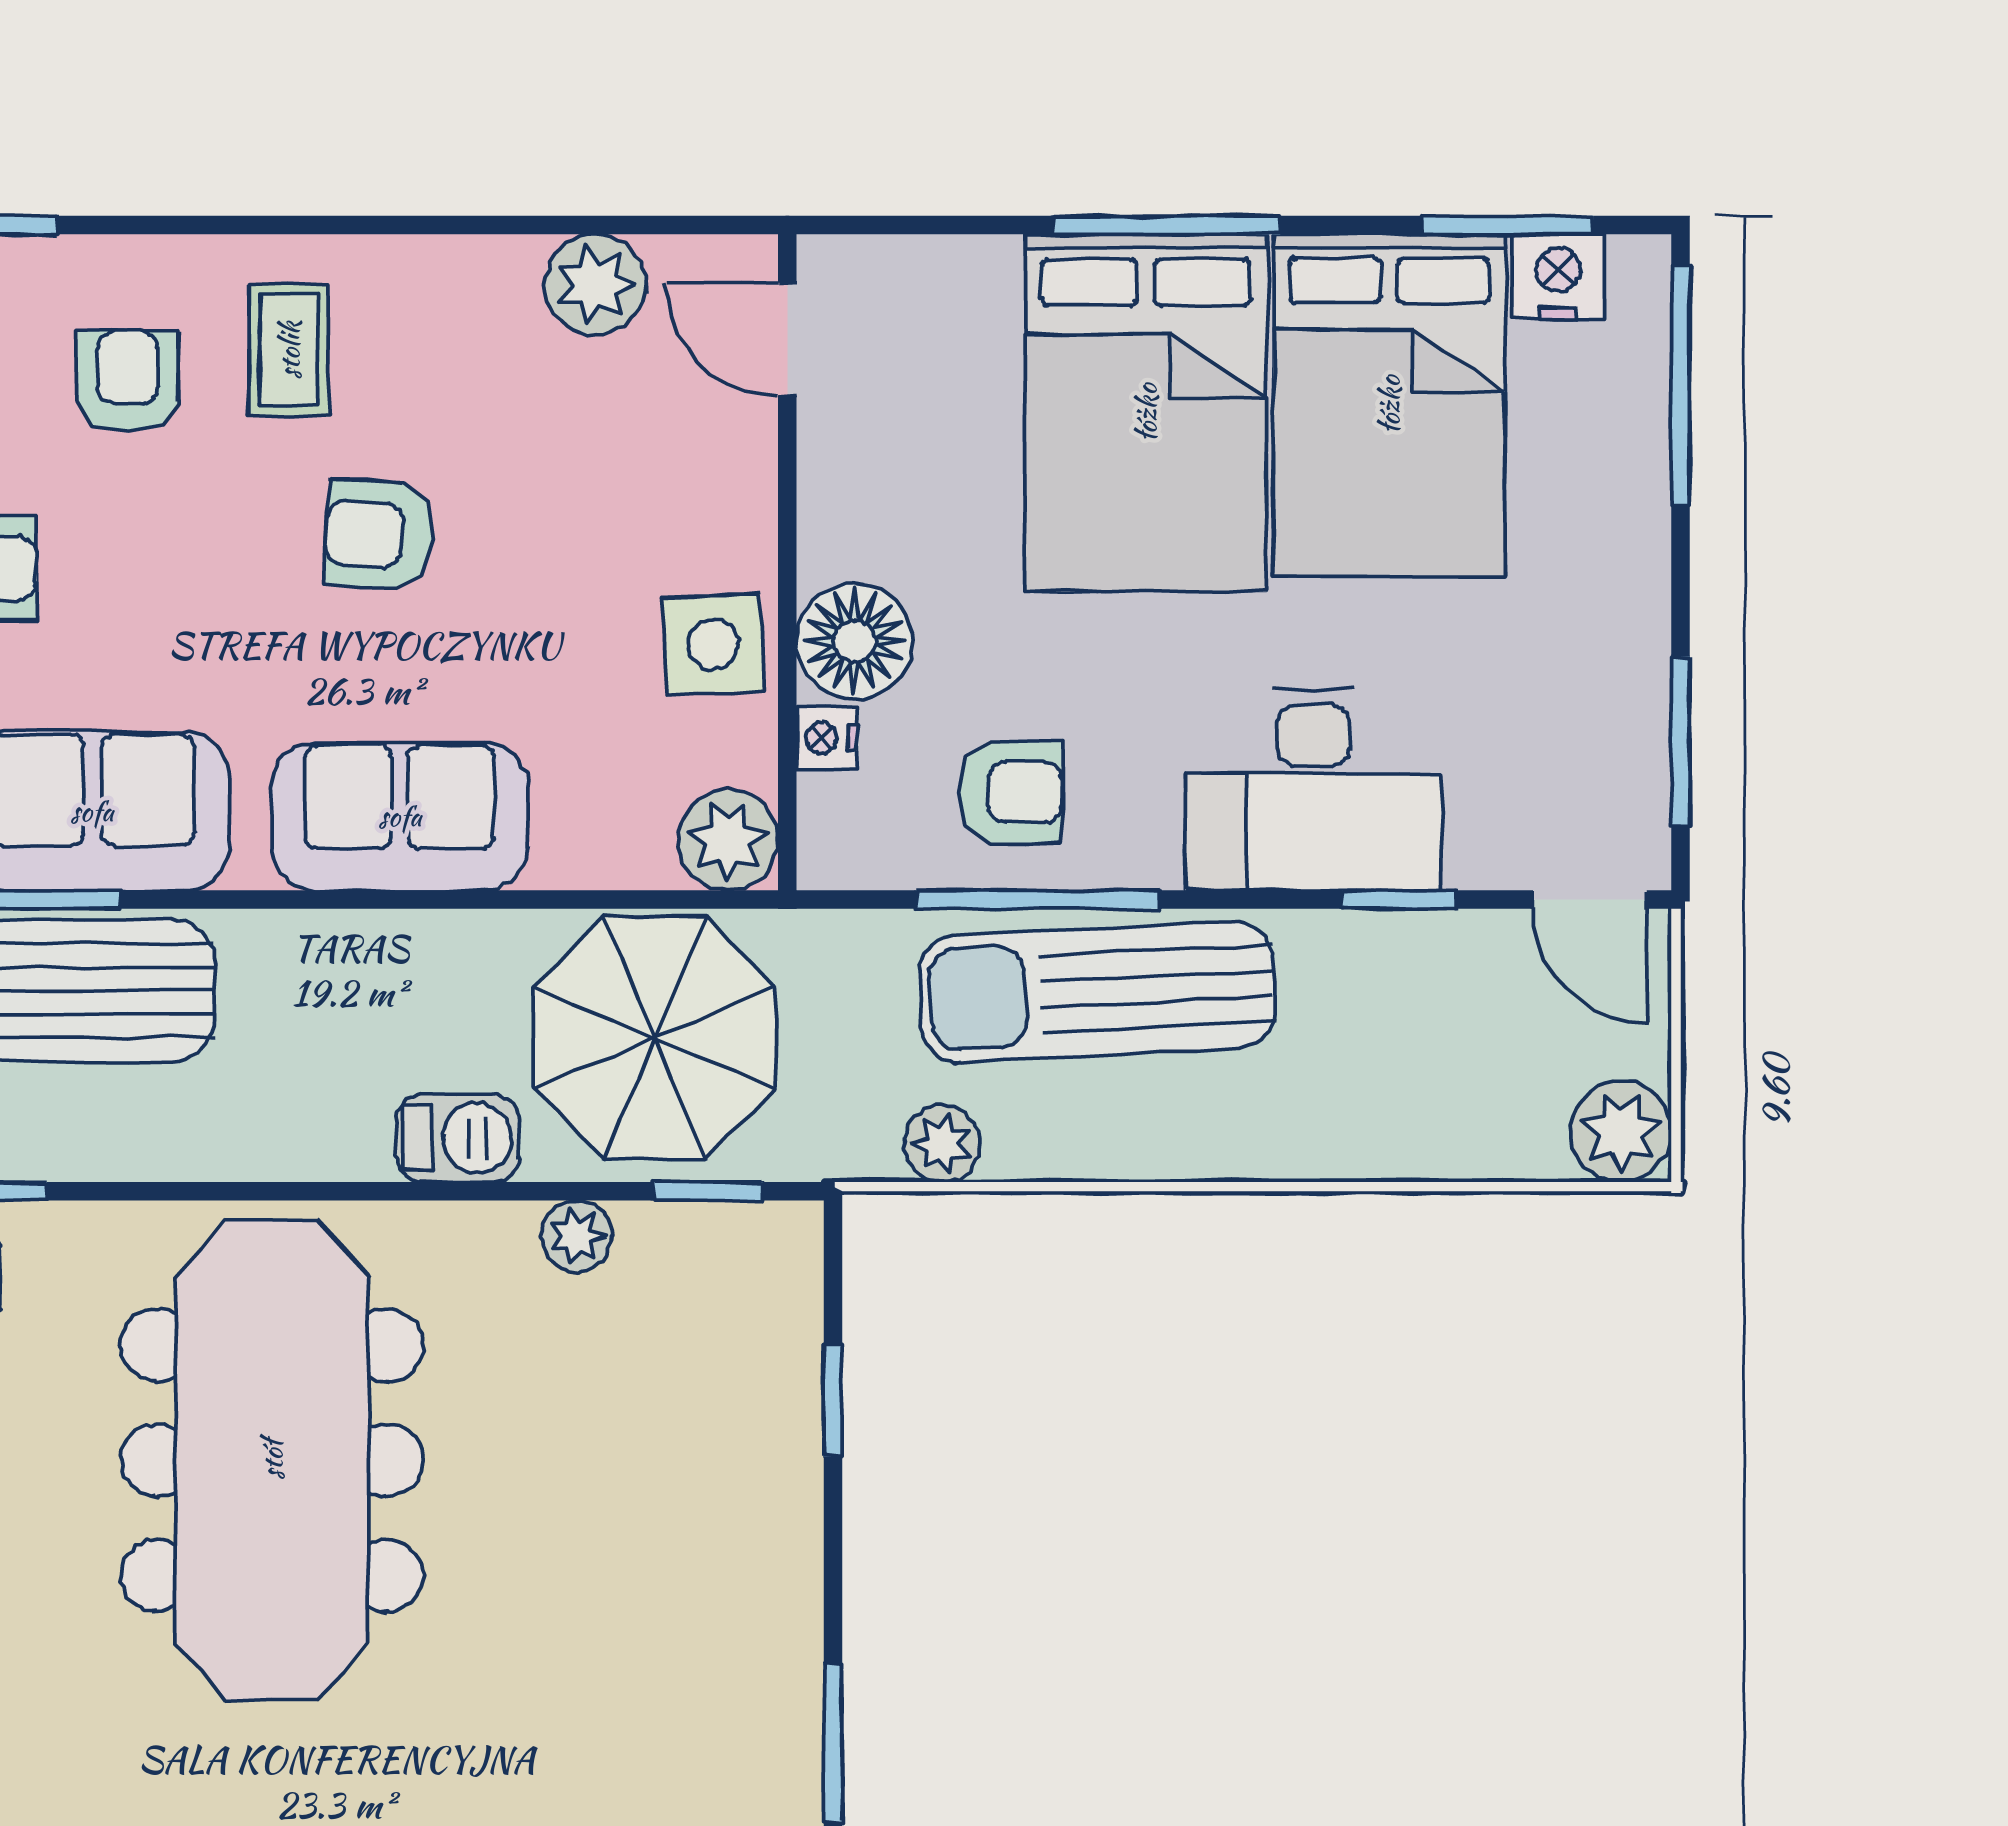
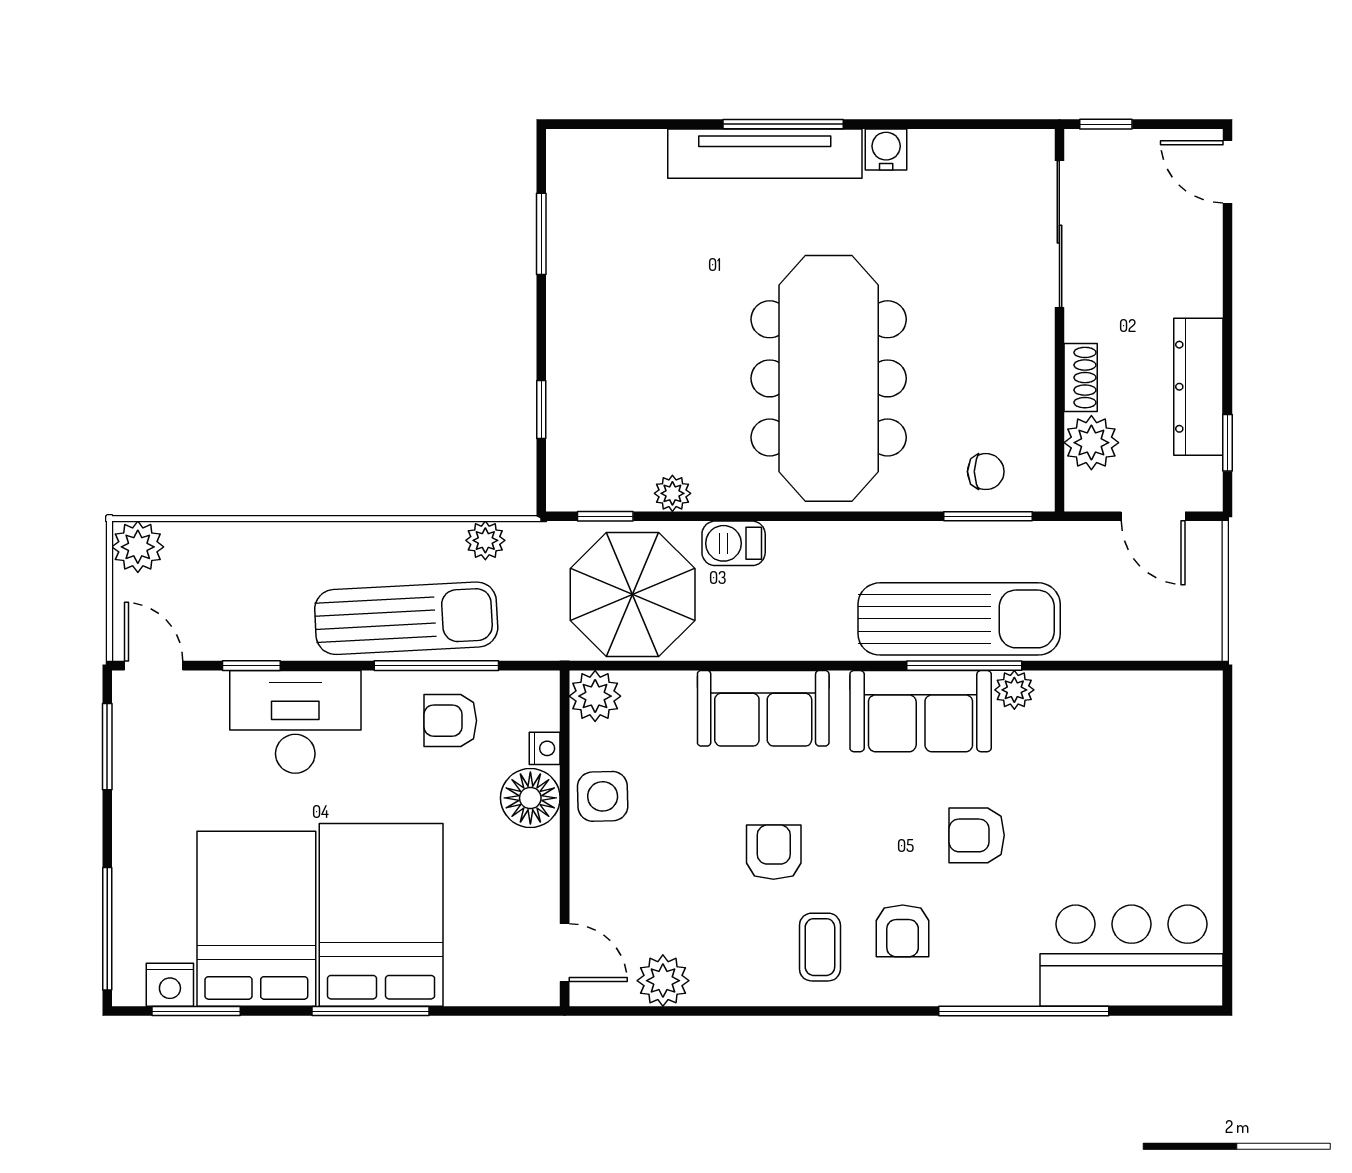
armchair: (379, 535) -> (774, 852), turned -94

